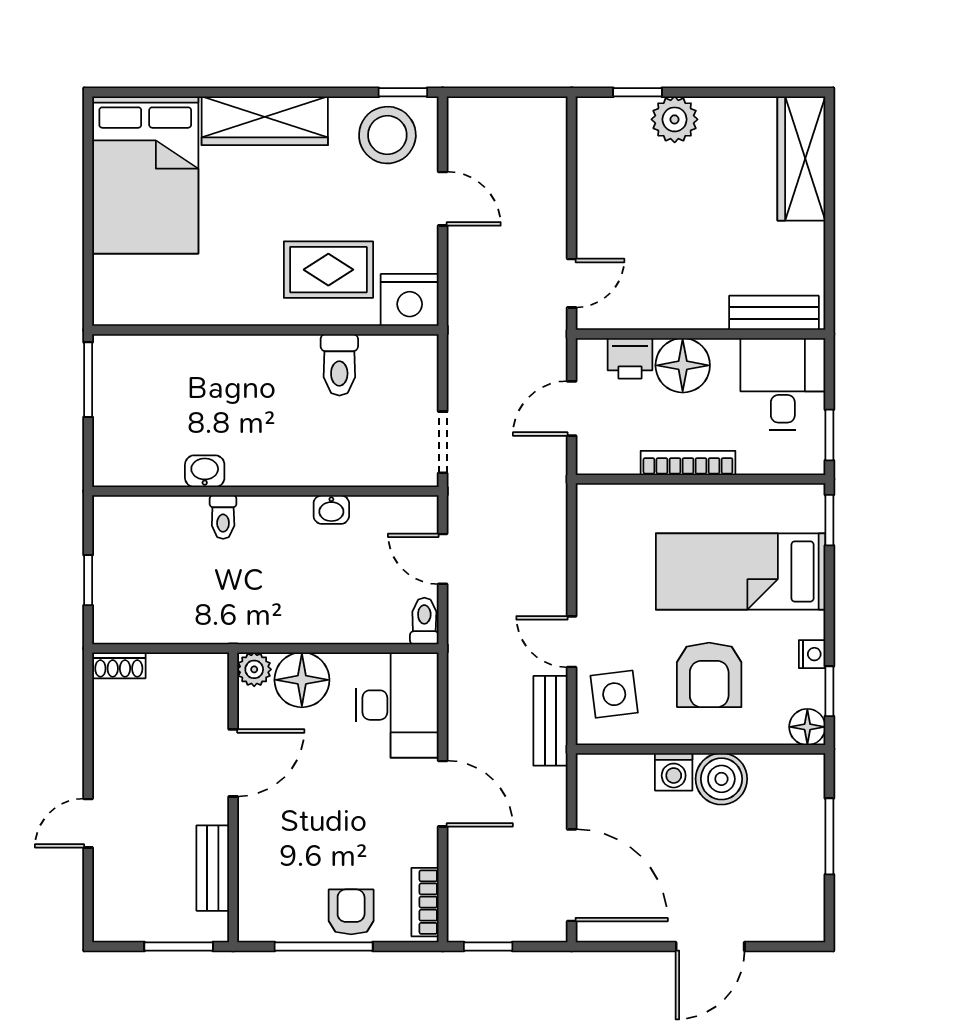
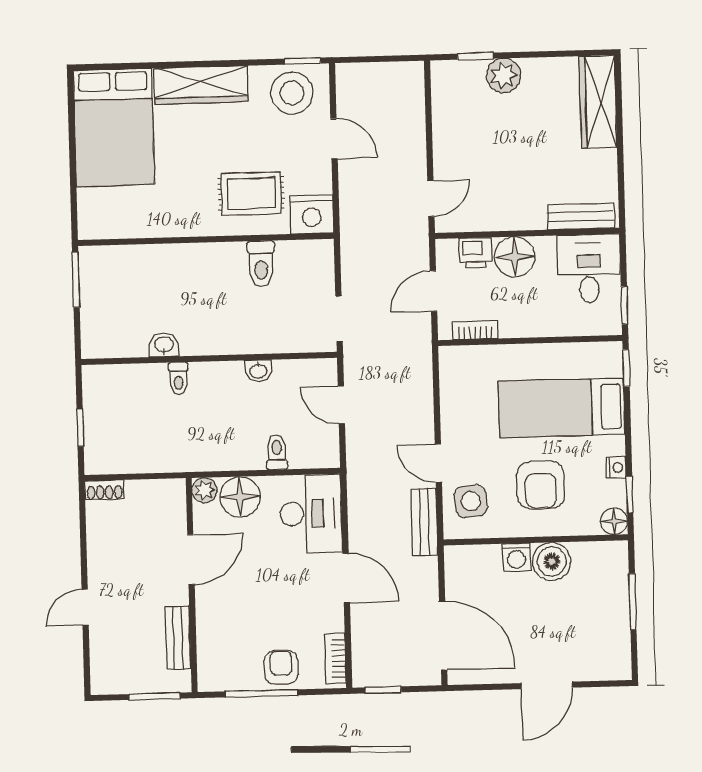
bookcase: (688, 463) -> (475, 330), moved, width x0.64
toilet: (424, 621) -> (277, 452), moved

